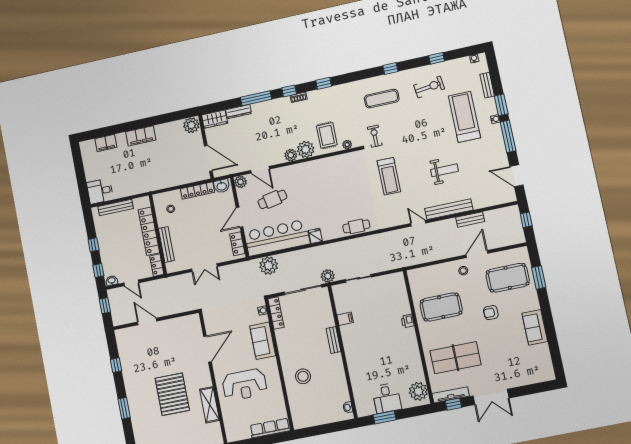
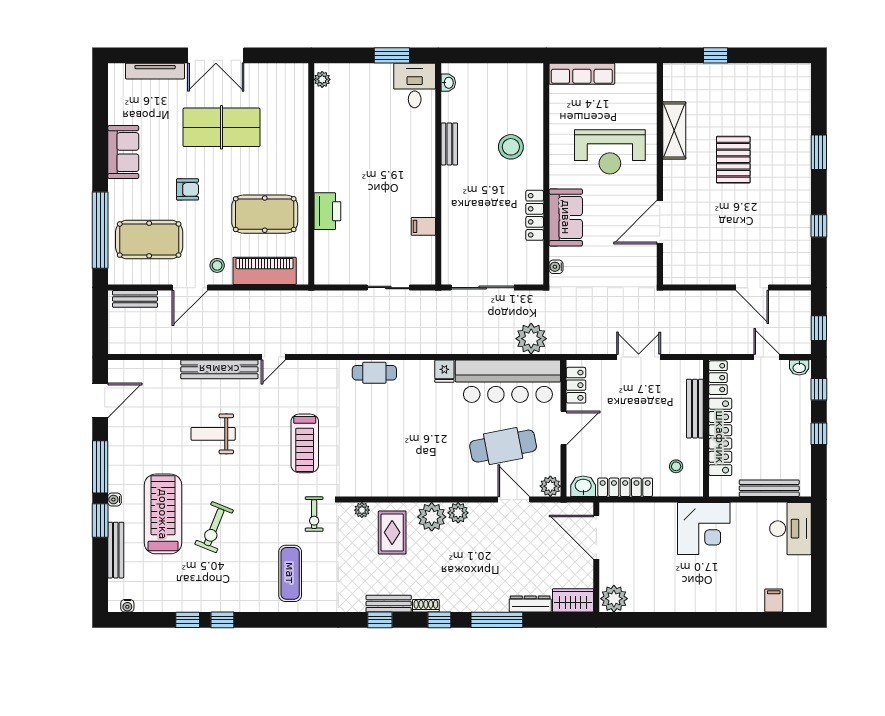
window: (390, 69) -> (222, 620), moved
bench: (487, 85) -> (116, 550), width x1.36
exercise bike: (429, 87) -> (214, 527), moved, turned -61
bench: (320, 94) -> (389, 604), added
exercise mat: (382, 99) -> (290, 573), turned 90
treadmill: (464, 117) -> (163, 514), turned 180
filing cabinet: (141, 136) -> (703, 600), removed
filing cabinet: (106, 143) -> (774, 600), width x0.50
treadmill: (389, 176) -> (305, 443), turned 180
door: (517, 176) -> (100, 400), hinge flipped
corner desk: (148, 177) -> (704, 528), added
desk: (100, 191) -> (790, 529), width x1.37
cafe table: (272, 199) -> (503, 446), width x1.37, depth x1.35
bench: (470, 219) -> (135, 299), moved
window: (526, 220) -> (100, 326), removed
door: (418, 223) -> (273, 357), hinge flipped
piano: (434, 273) -> (265, 271), added
plant: (328, 276) -> (438, 302), removed
window: (539, 277) -> (100, 230), width x2.11
locker: (276, 313) -> (535, 215), moved
printer: (408, 321) -> (327, 211), width x1.87, depth x1.48
bench: (333, 340) -> (449, 144), moved
table tennis table: (455, 358) -> (222, 127), moved
reception desk: (244, 385) -> (610, 152), turned 180
plant: (418, 391) -> (322, 79), width x0.53, depth x0.53
pallet: (172, 394) -> (733, 160), width x0.73, depth x0.71
tv unit: (451, 395) -> (155, 71), moved
double door: (491, 397) -> (216, 55), swing flipped
desk: (387, 398) -> (415, 85), moved
window: (453, 404) -> (277, 55), removed

